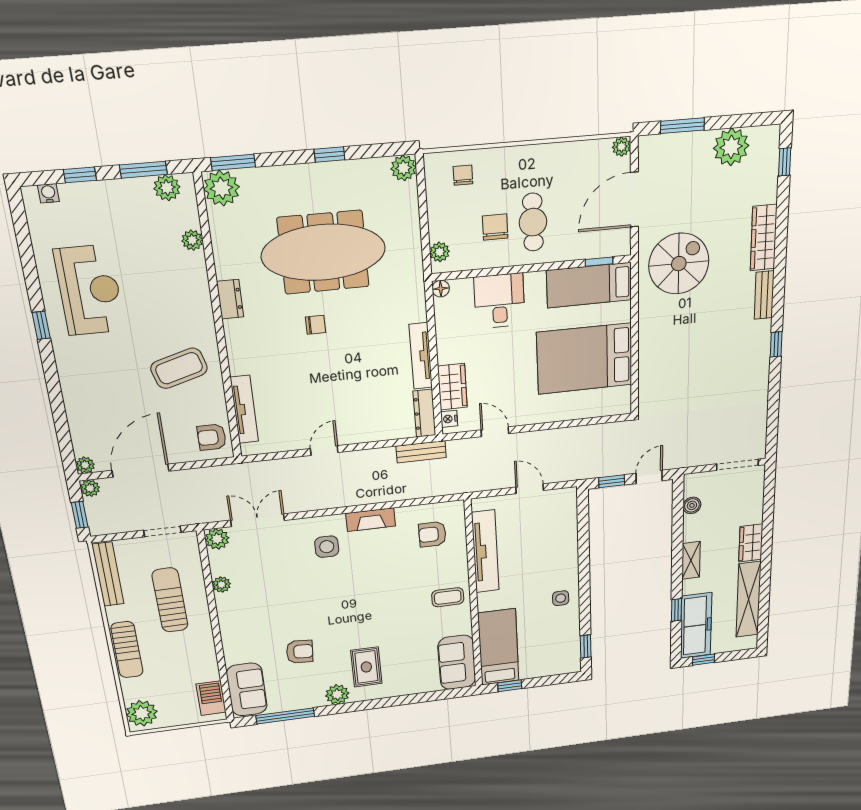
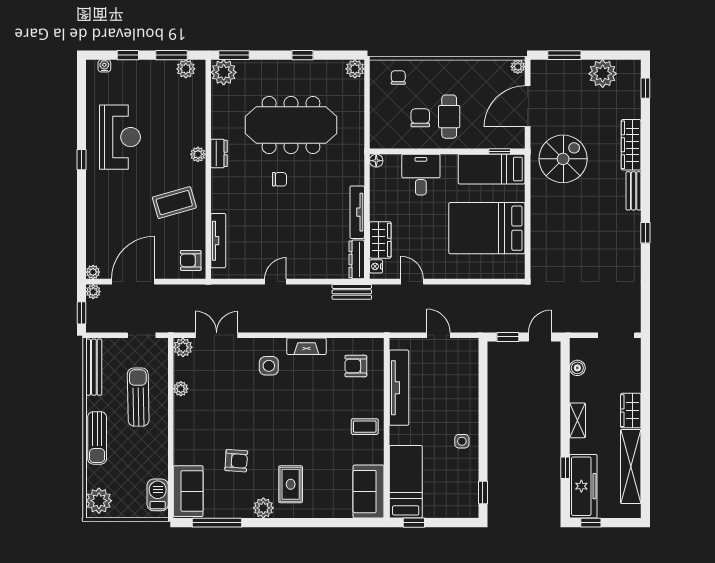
plant: (192, 240) -> (198, 154), moved
plant: (440, 252) -> (377, 133), removed

